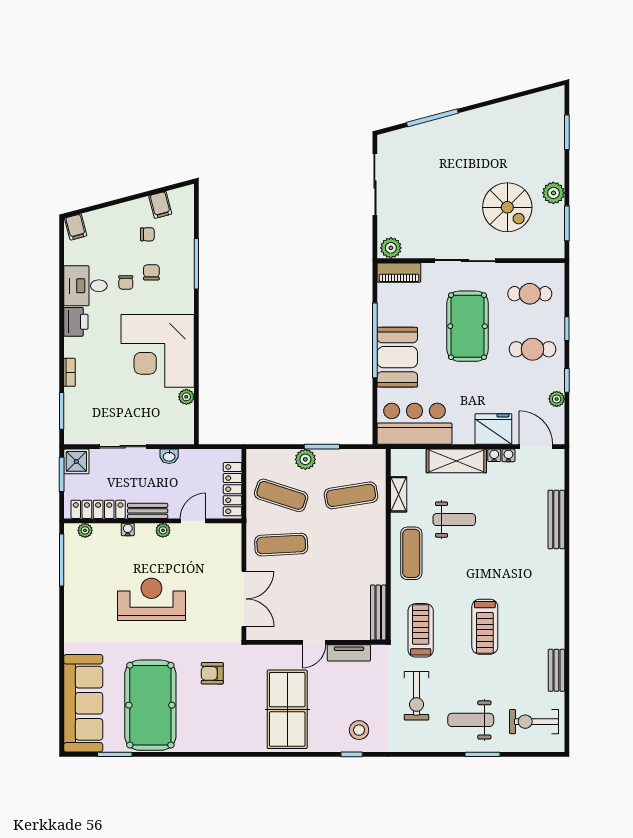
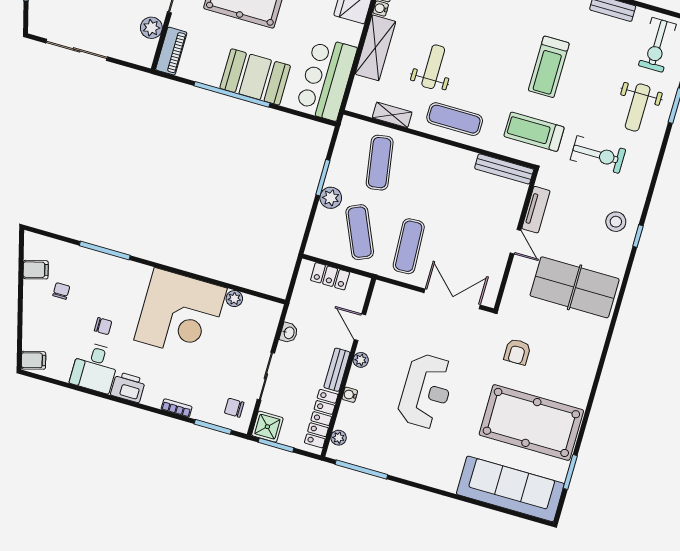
plant: (391, 248) -> (151, 28), moved
chair: (151, 272) -> (234, 408), moved
locker: (232, 489) -> (330, 276), width x0.66
exercise mat: (281, 495) -> (360, 232), turned -42
reception desk: (151, 599) -> (426, 391), turned 180
treadmill: (485, 627) -> (549, 67), turned 90

